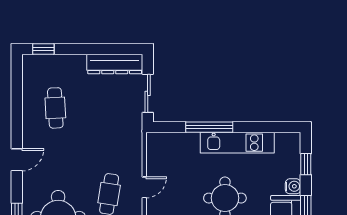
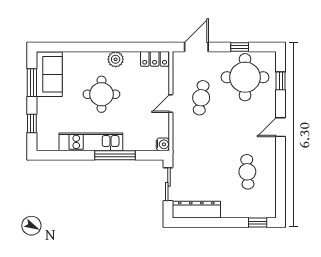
water cooler: (293, 186) -> (163, 144), moved, turned 180

